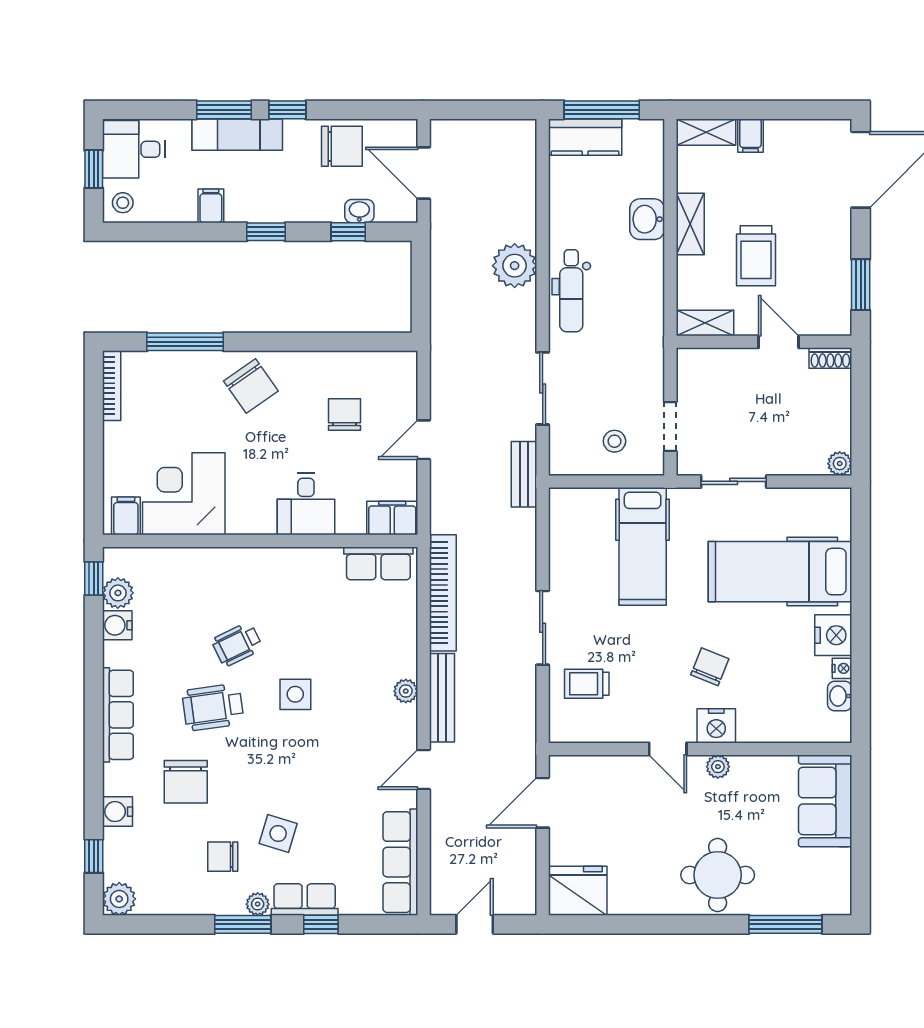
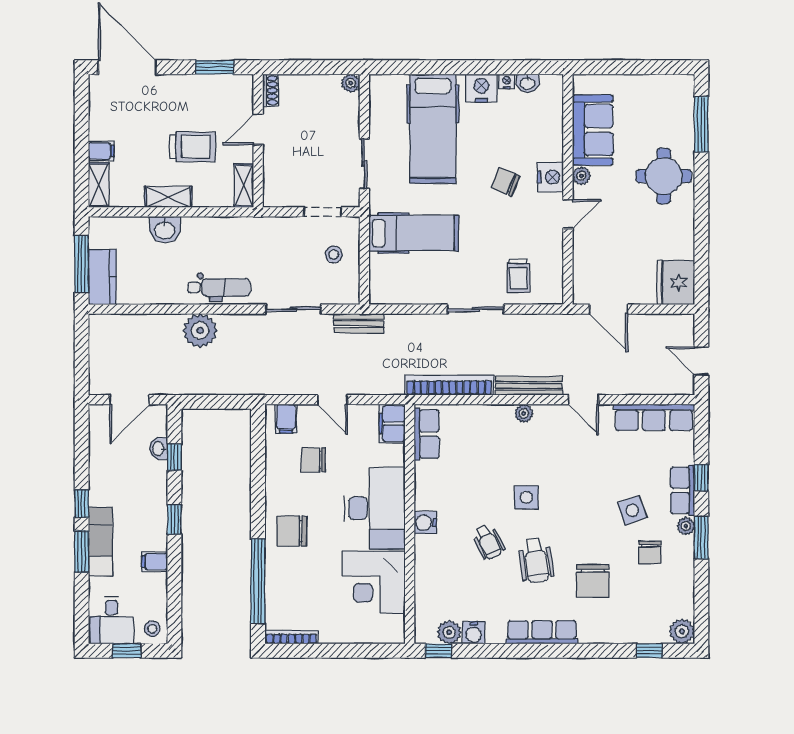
chair: (342, 146) -> (109, 462), removed
window: (185, 342) -> (258, 581), width x1.46
chair: (251, 386) -> (292, 531), turned -145
desk: (306, 504) -> (374, 508), width x1.87, depth x1.30
filing cabinet: (126, 516) -> (286, 419), moved, turned -90
chair: (186, 782) -> (593, 581), turned 90
sofa: (825, 801) -> (593, 130), moved, turned -90
water cooler: (117, 812) -> (425, 523), moved, turned 90
side table: (278, 834) -> (632, 510), turned -36

